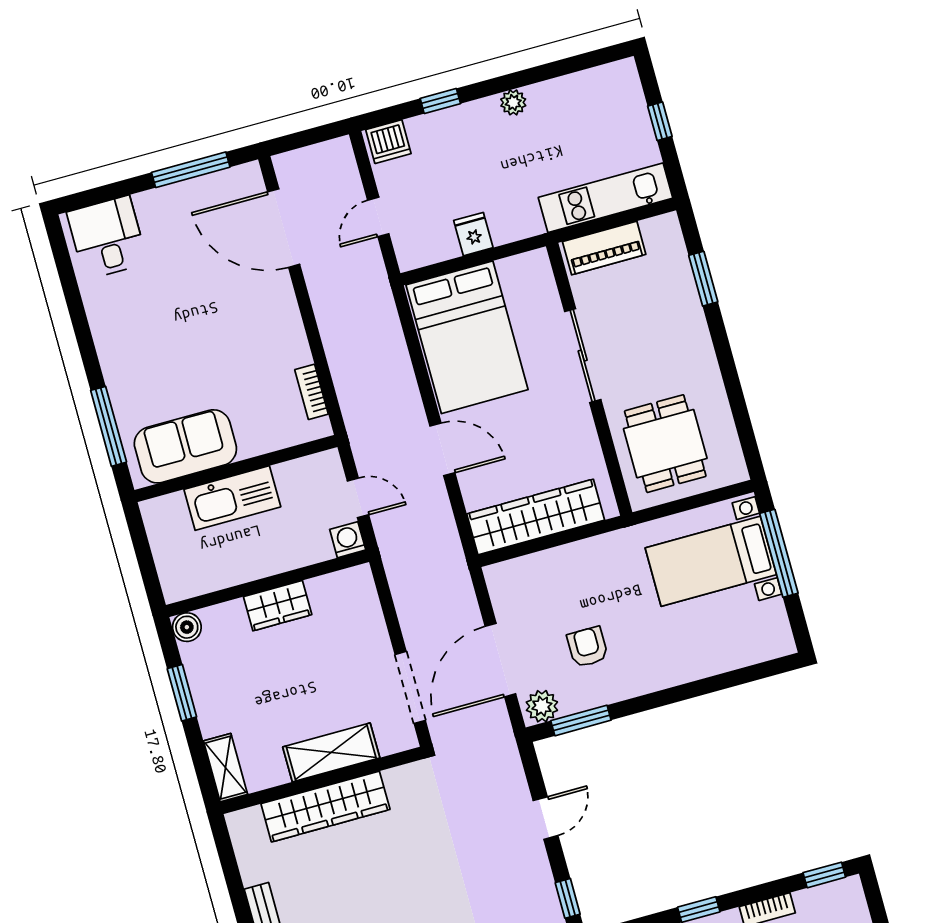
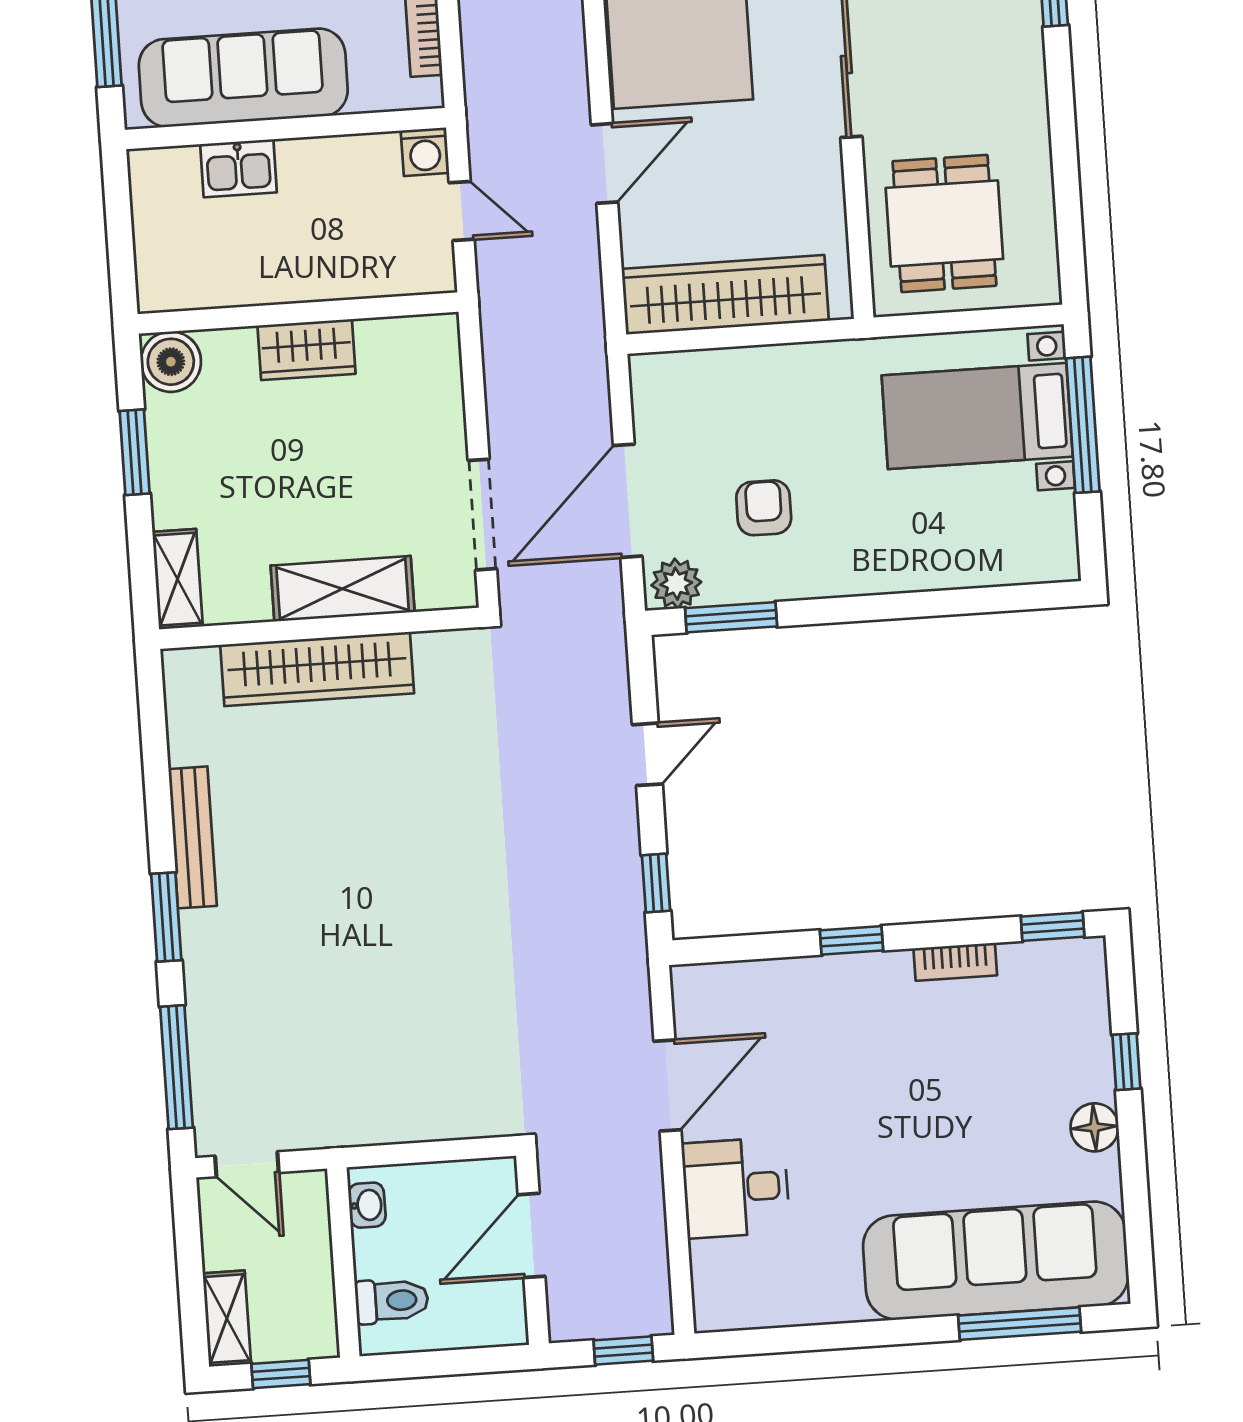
sofa: (185, 446) -> (243, 78), width x1.36
door: (442, 449) -> (605, 163), hinge flipped
kitchen sink: (232, 498) -> (239, 168), width x0.53, depth x0.81
washing machine: (348, 540) -> (425, 152), moved, turned 180
boiler: (187, 627) -> (171, 362), width x1.36, depth x1.36

